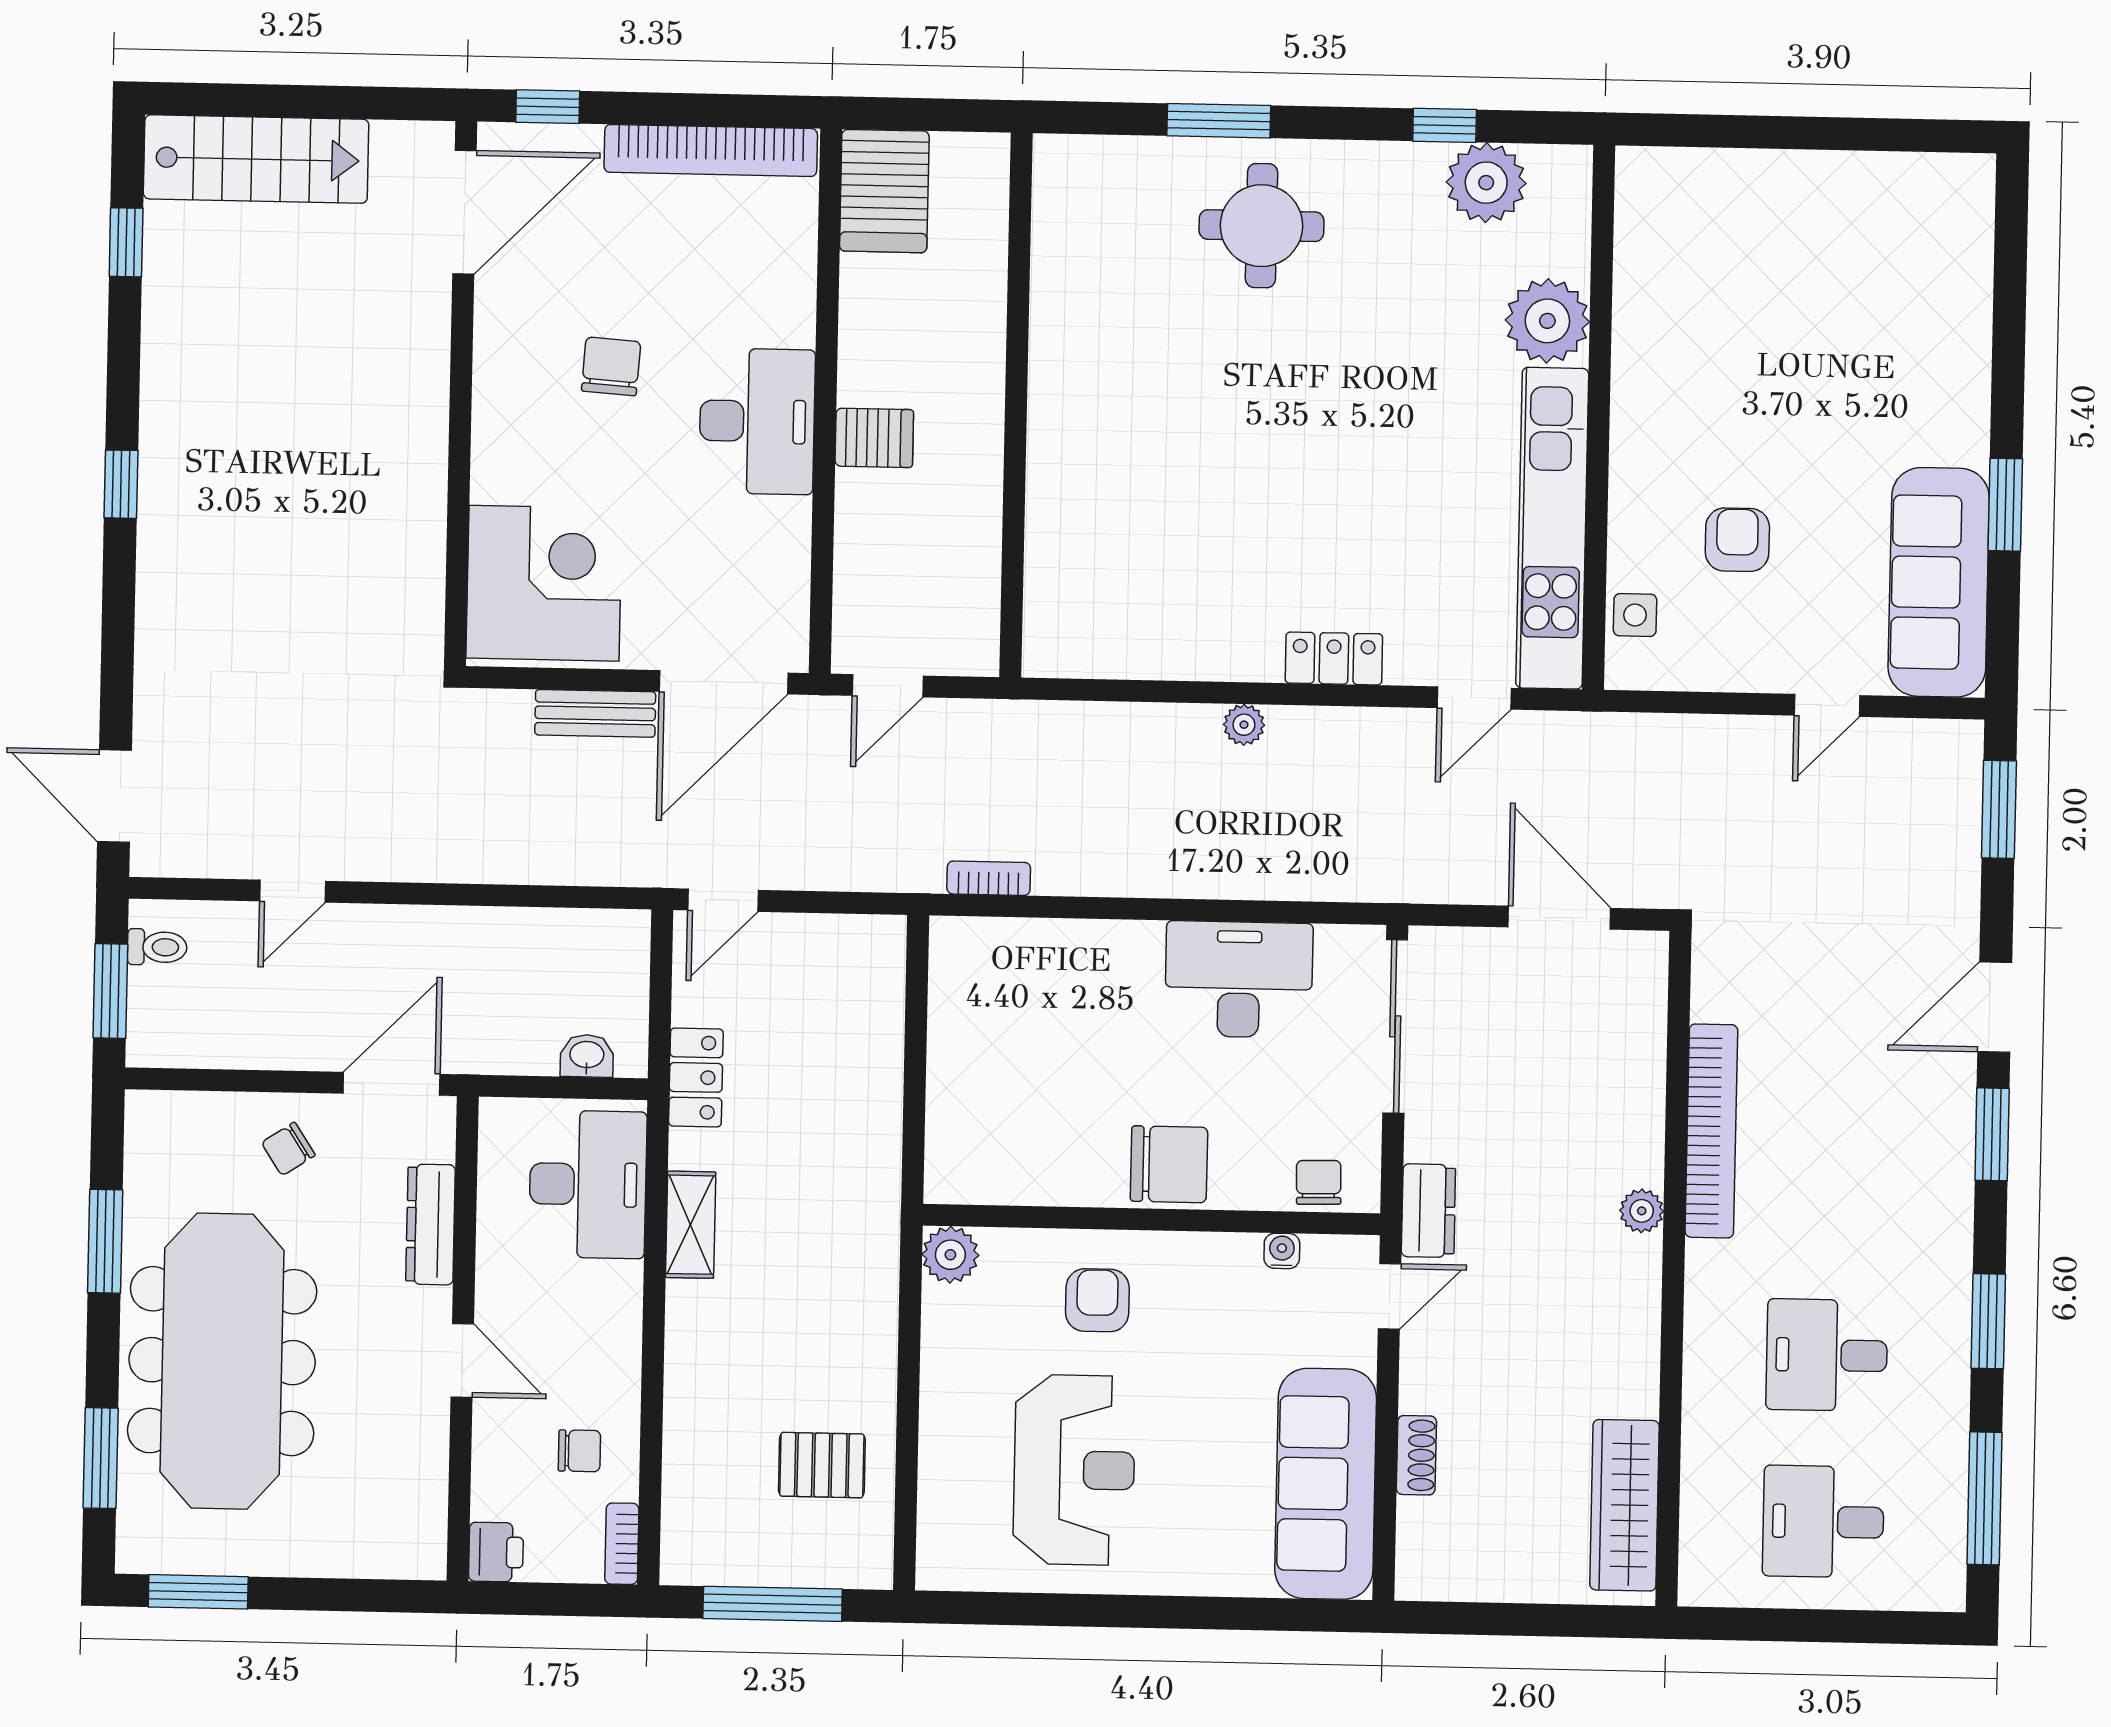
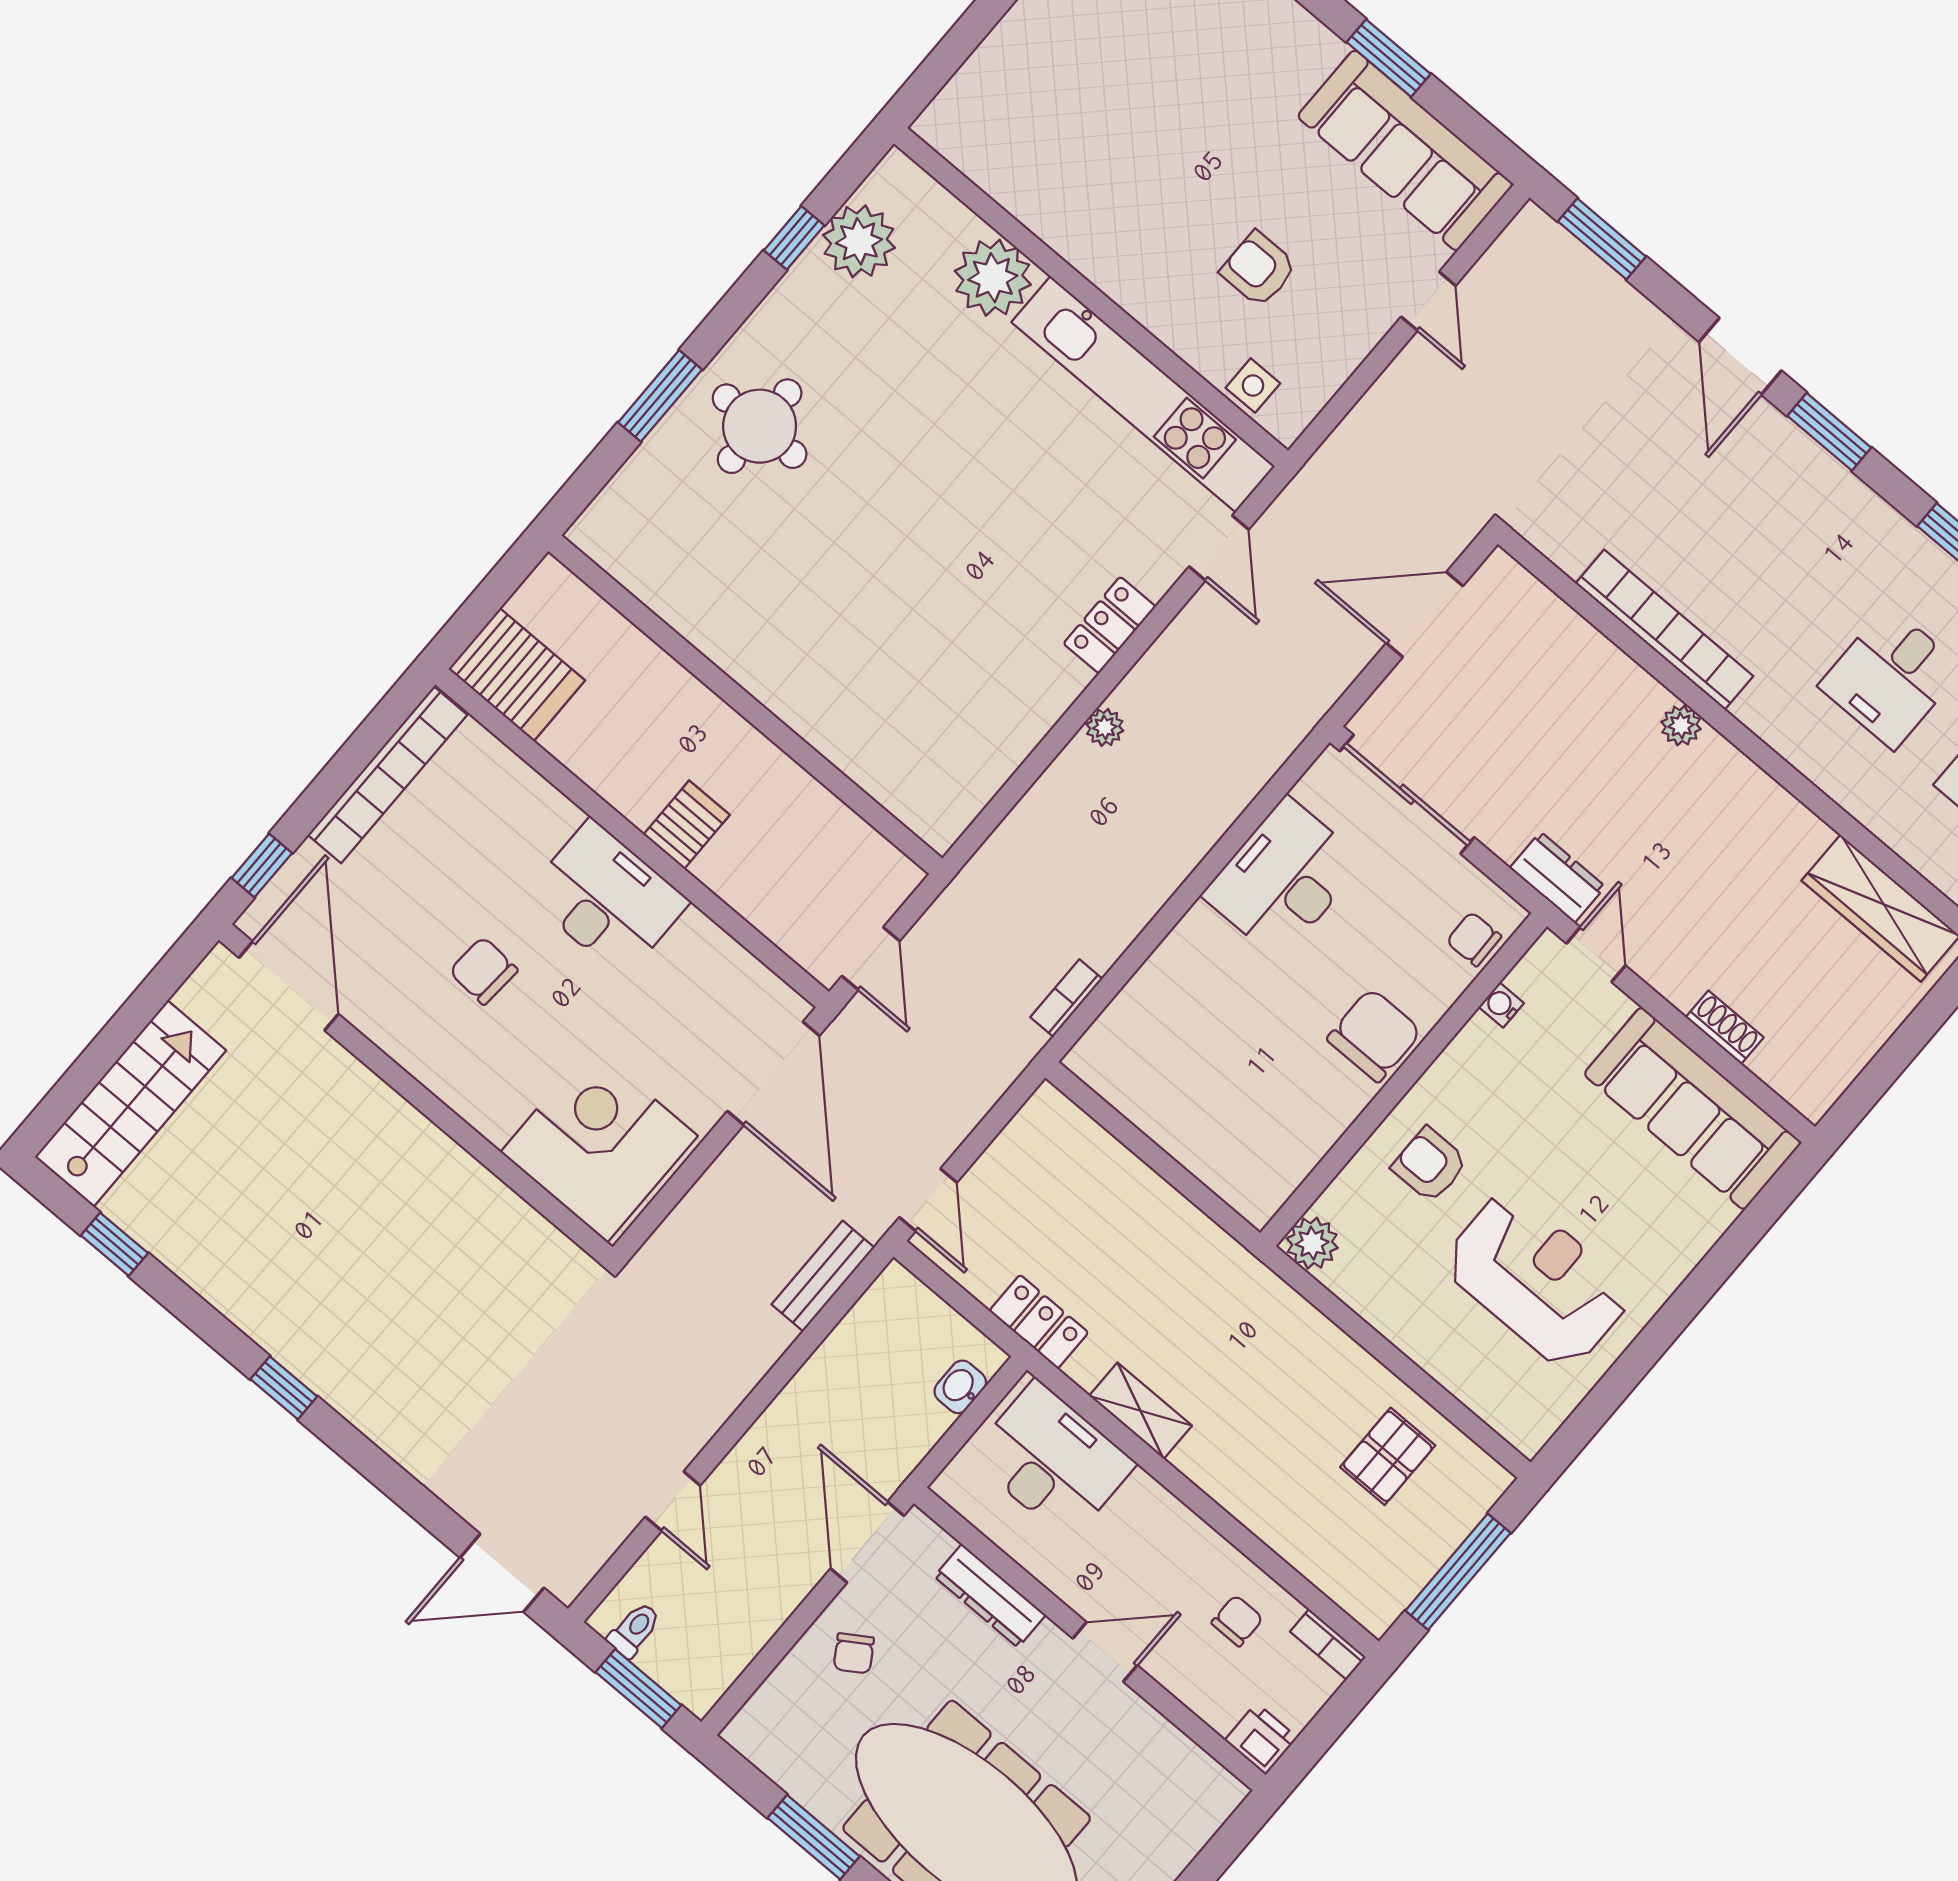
bench: (595, 713) -> (823, 1276), moved

